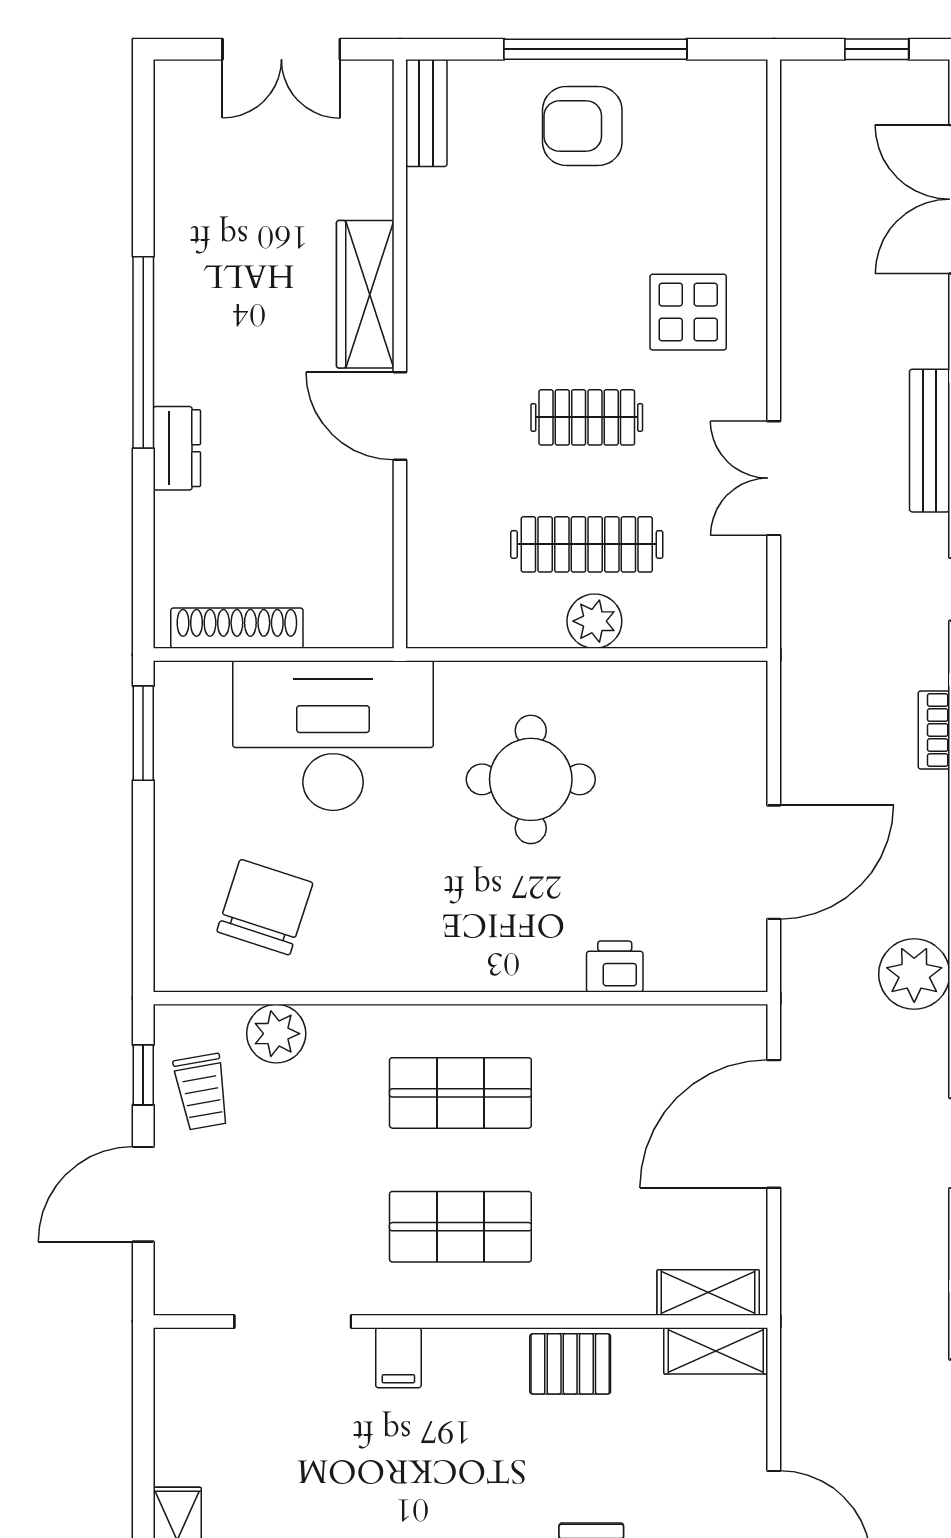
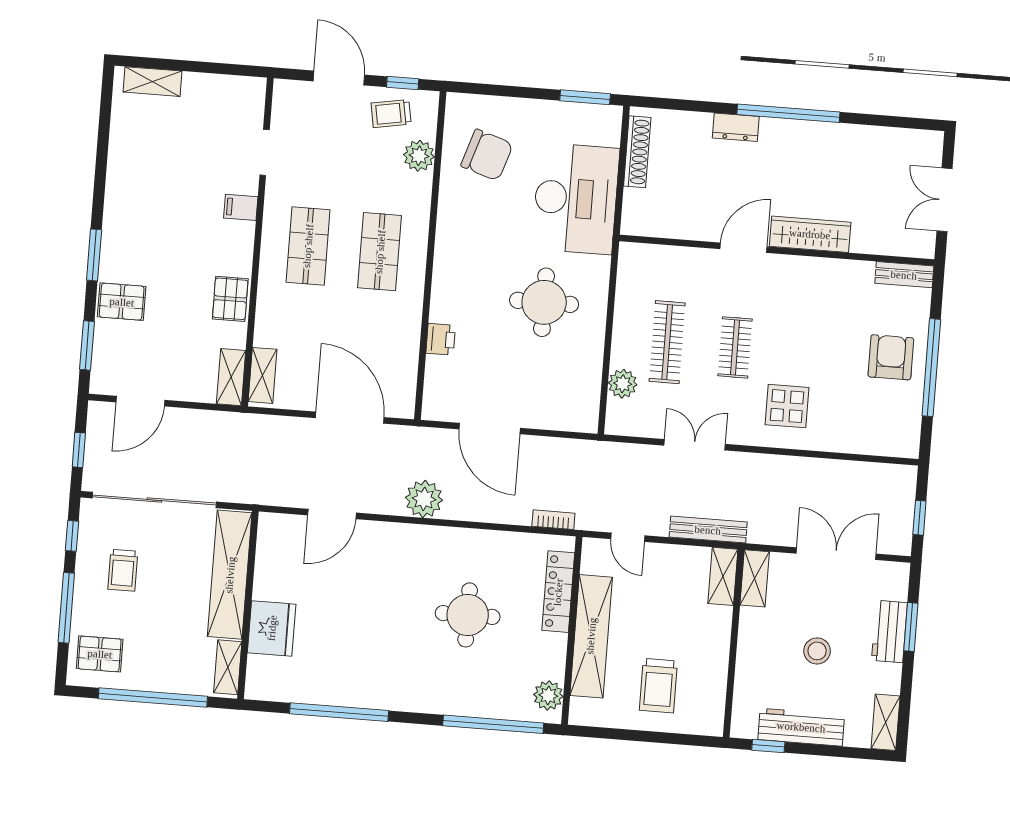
plant: (594, 621) -> (623, 384), moved
doorway: (293, 1321) -> (265, 152), width x0.73

